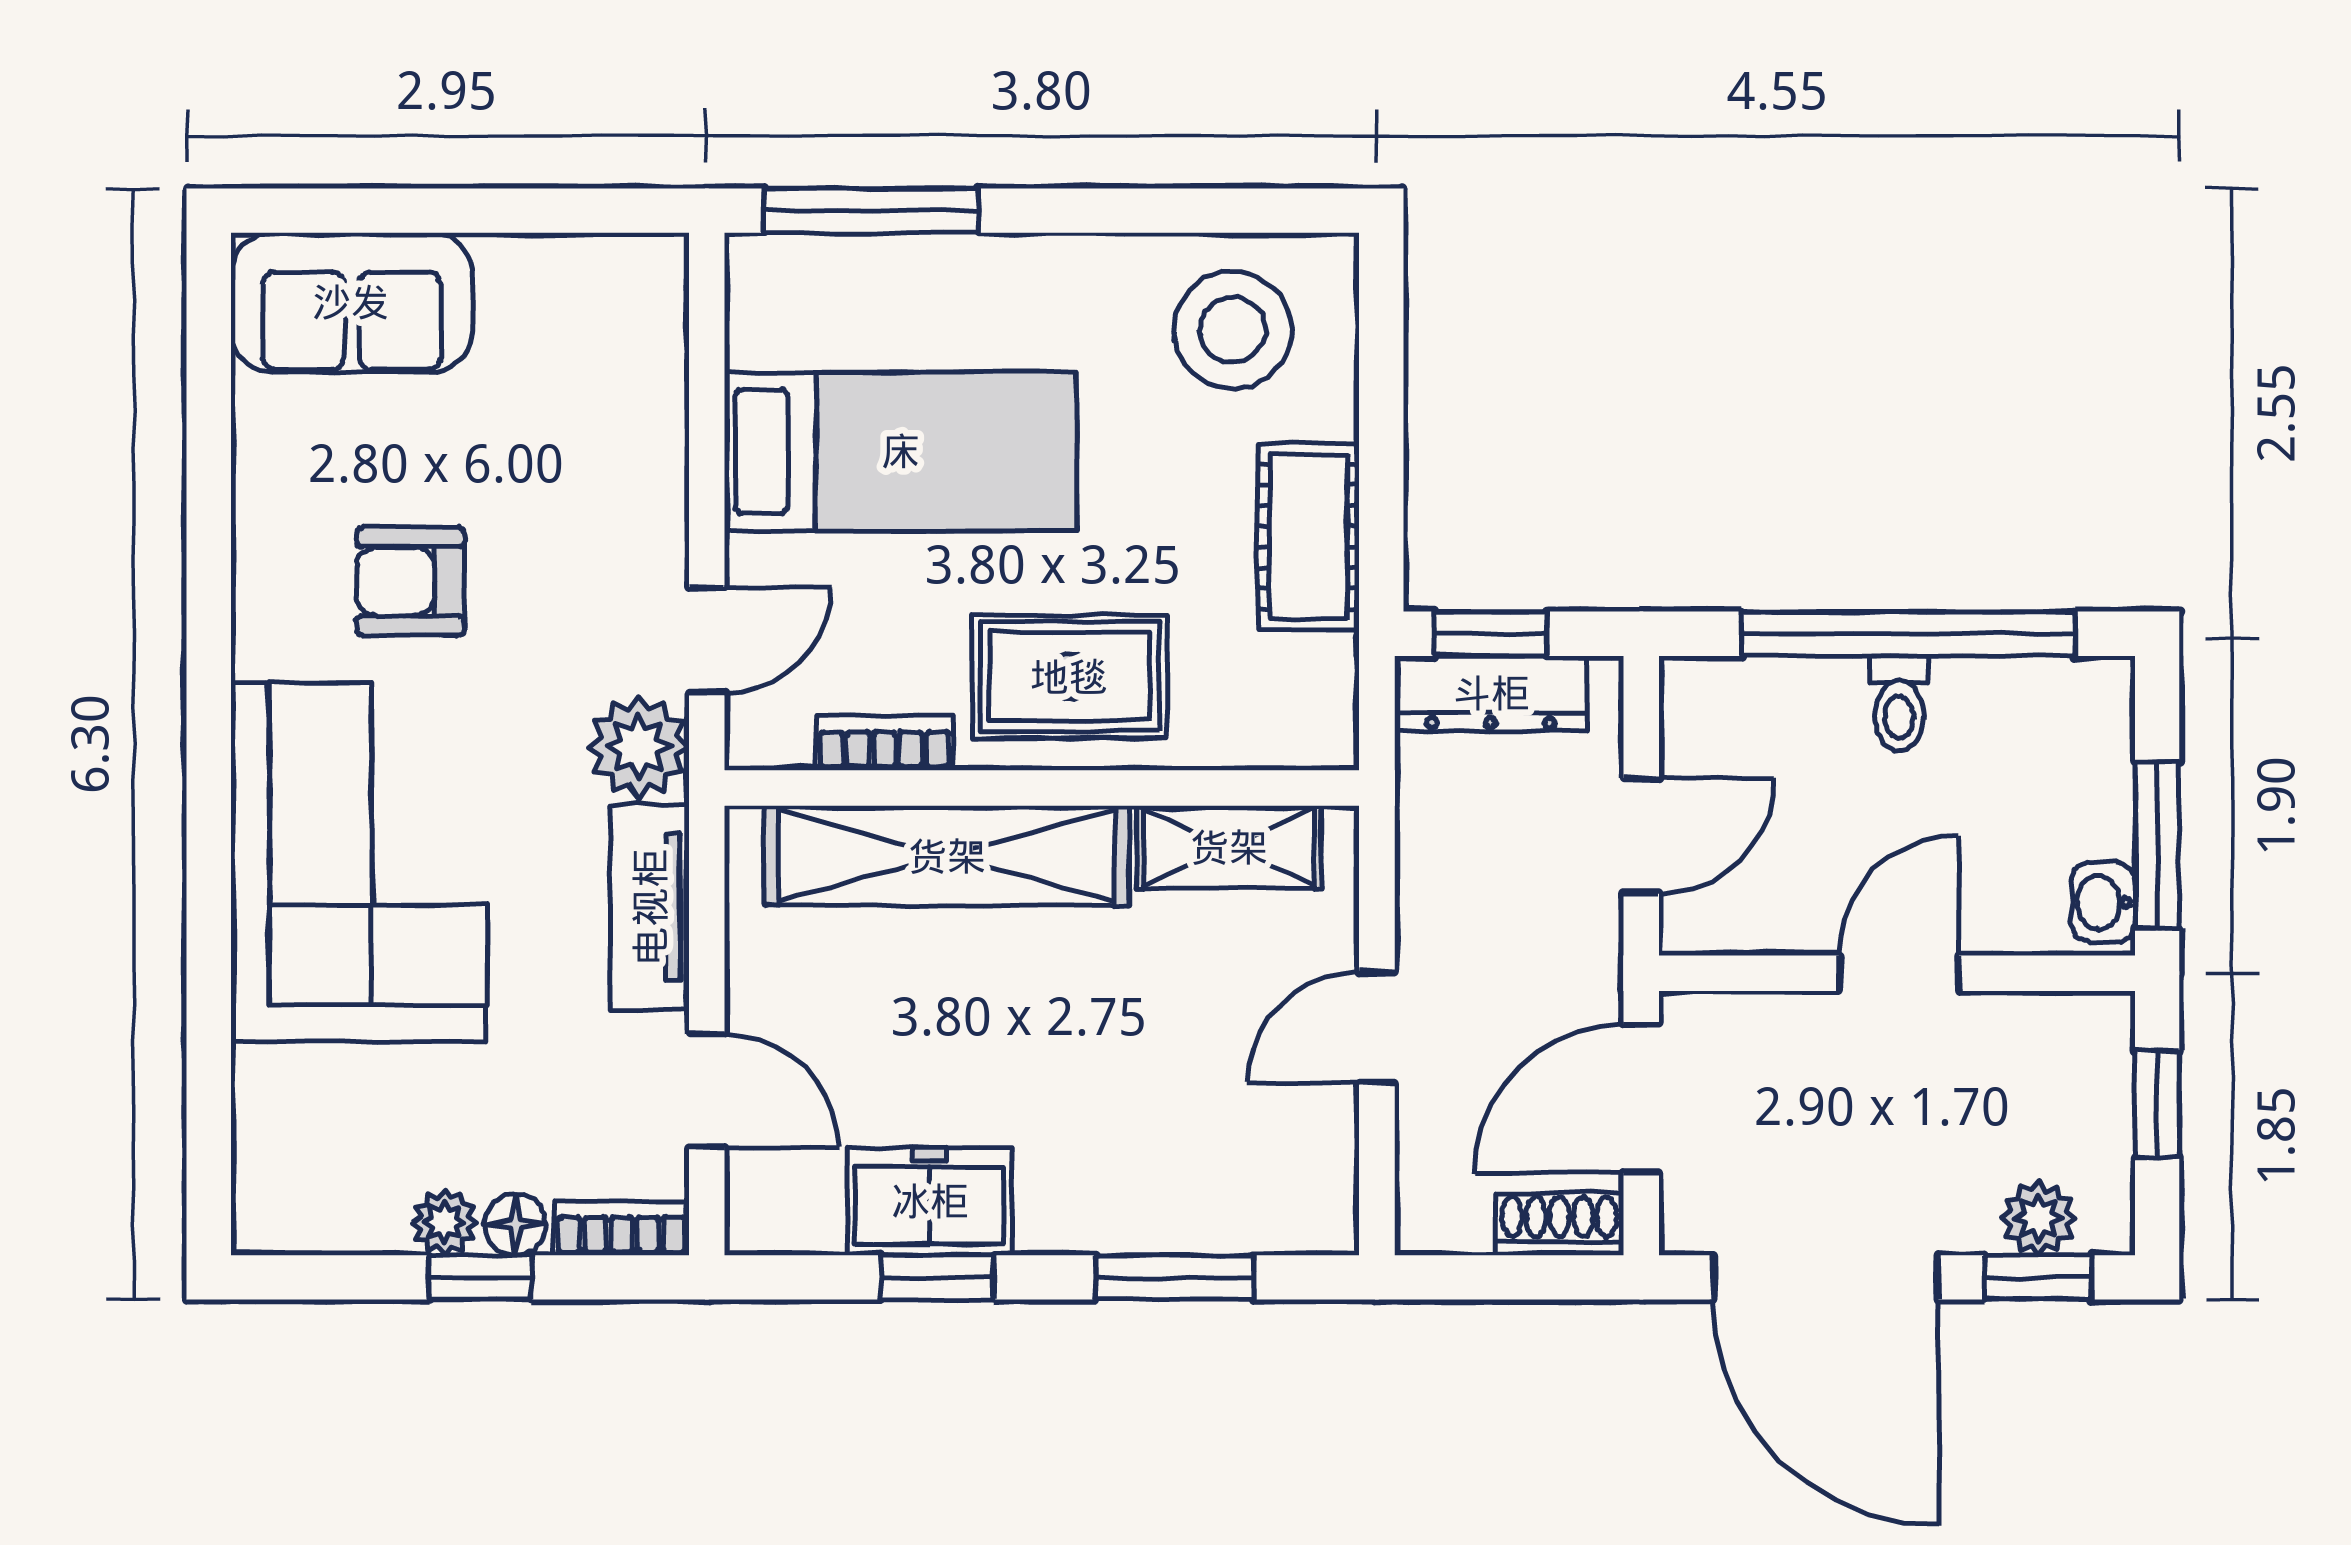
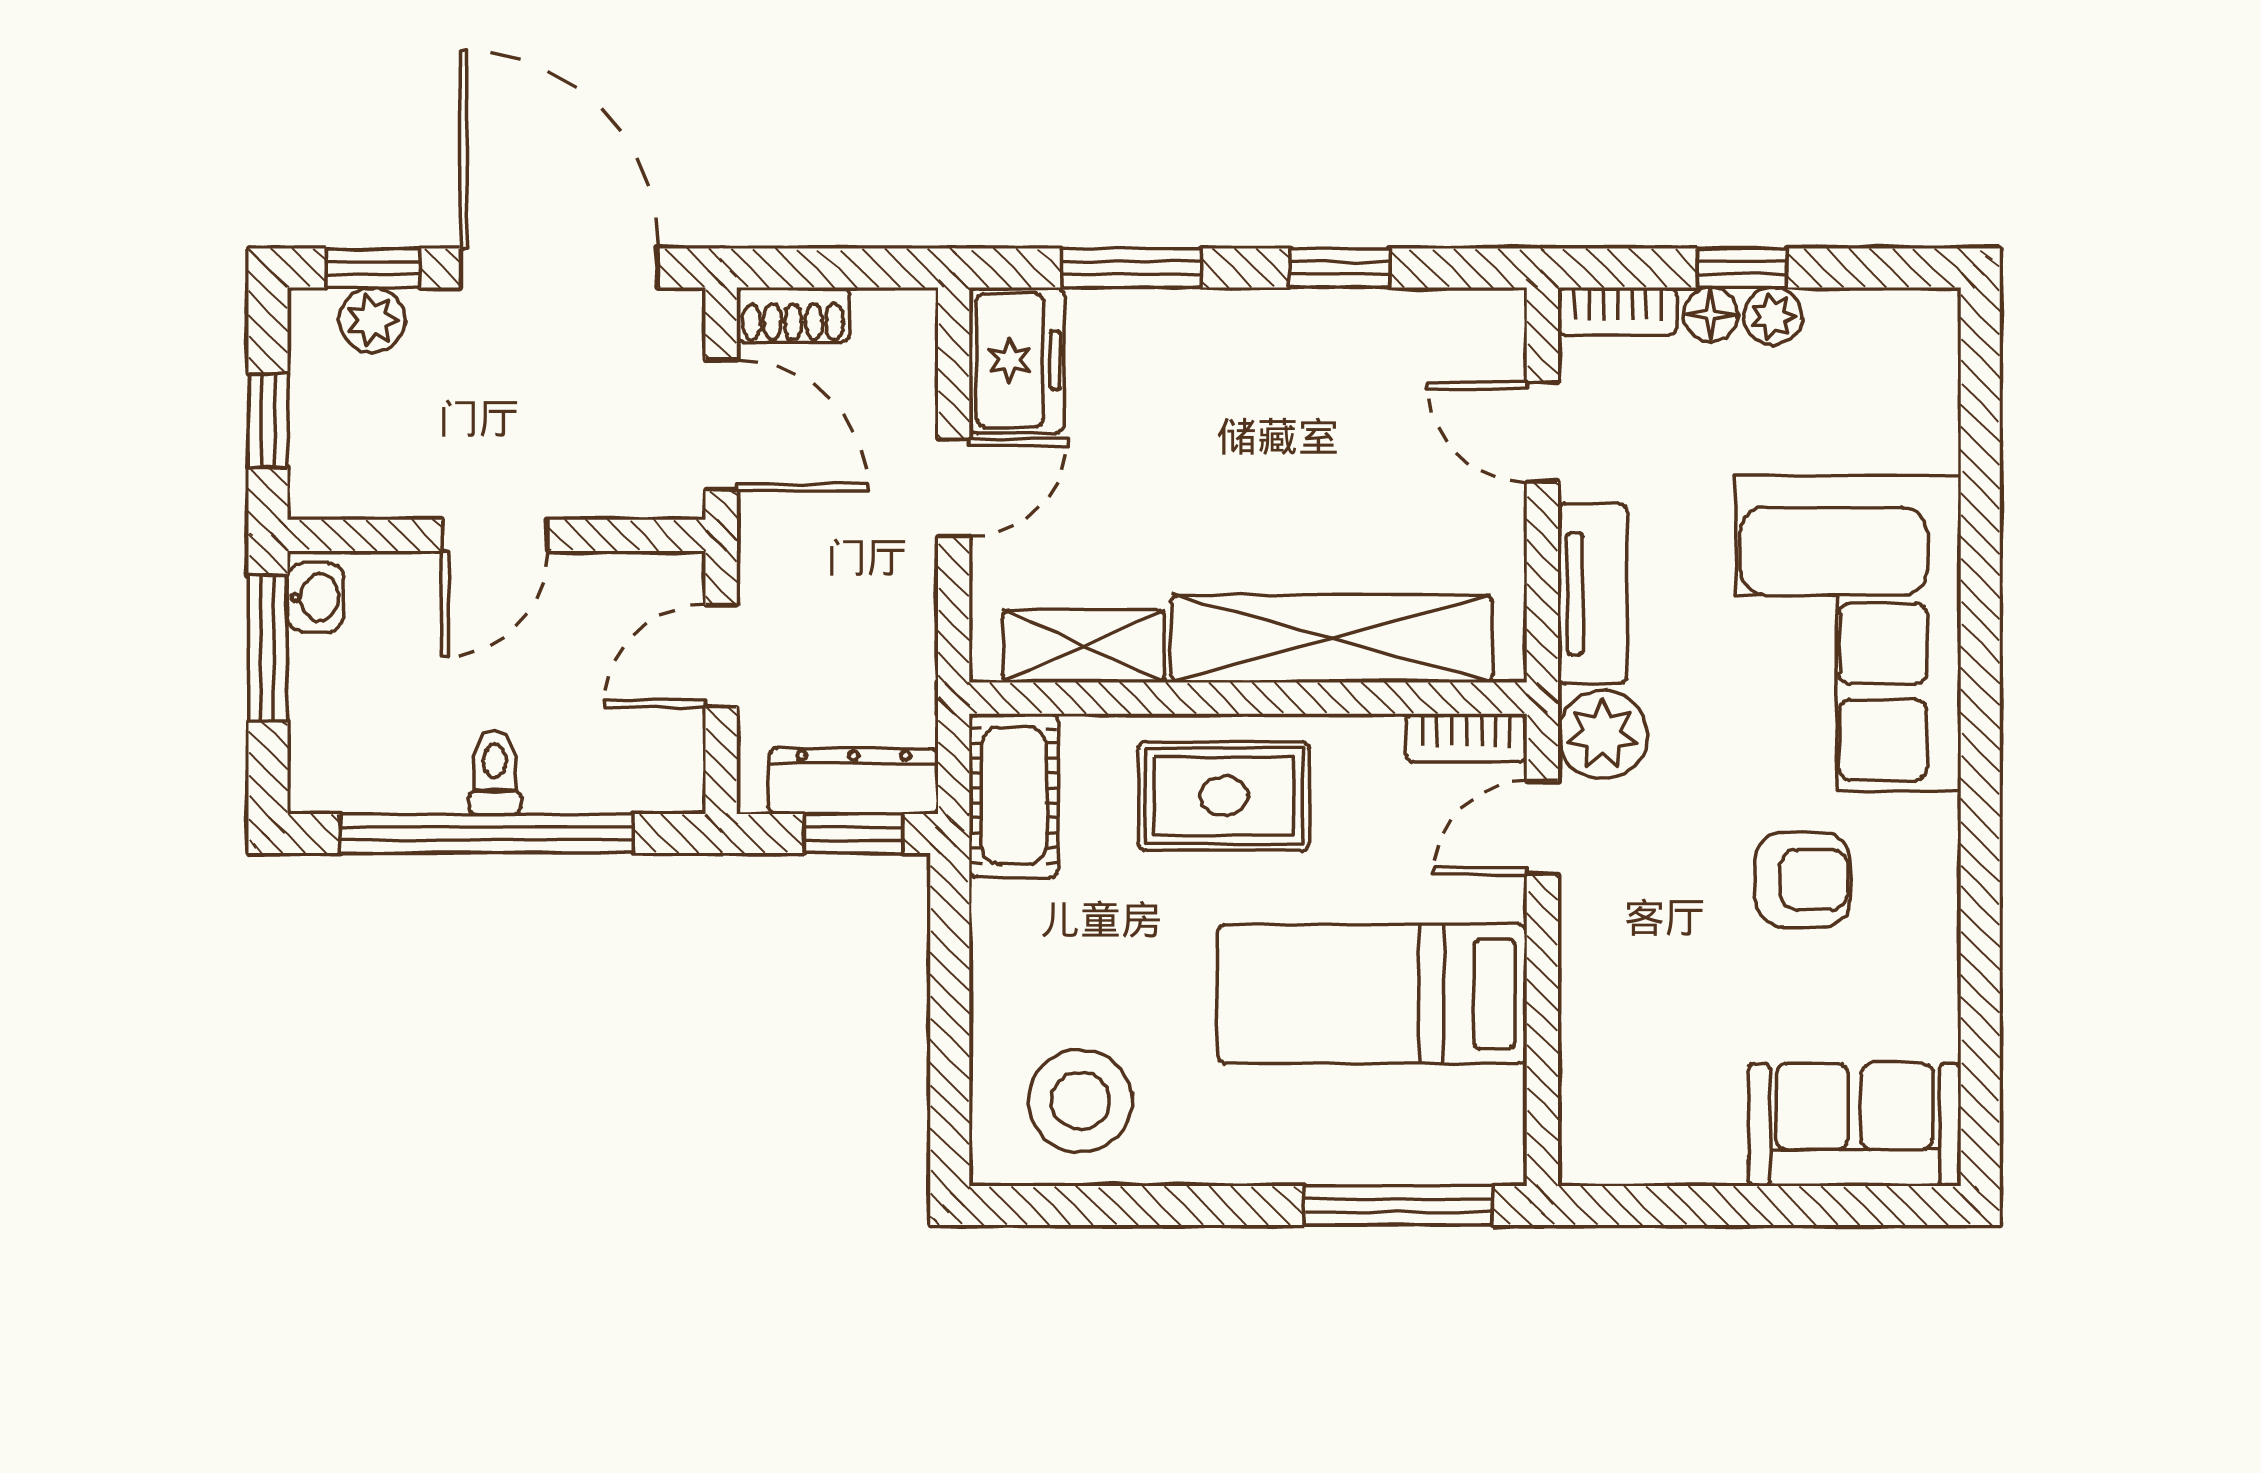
cot: (1309, 537) -> (1014, 795), moved
bookcase: (884, 743) -> (1466, 738), moved
door: (1641, 1099) -> (721, 425), hinge flipped
freezer: (930, 1201) -> (1016, 360), moved, turned -90

